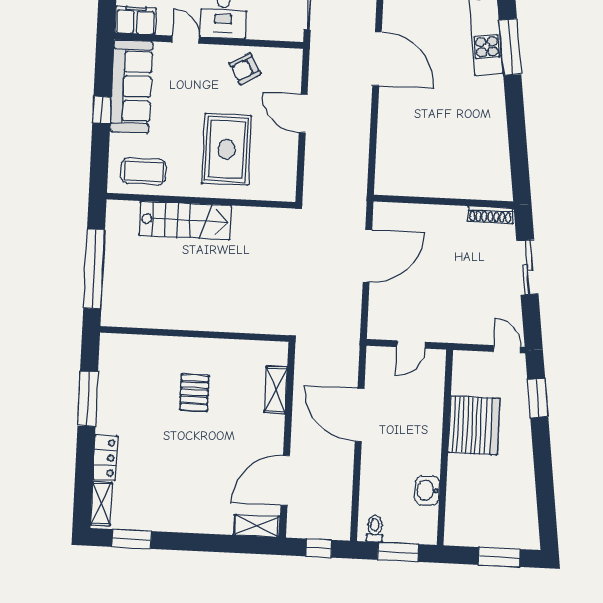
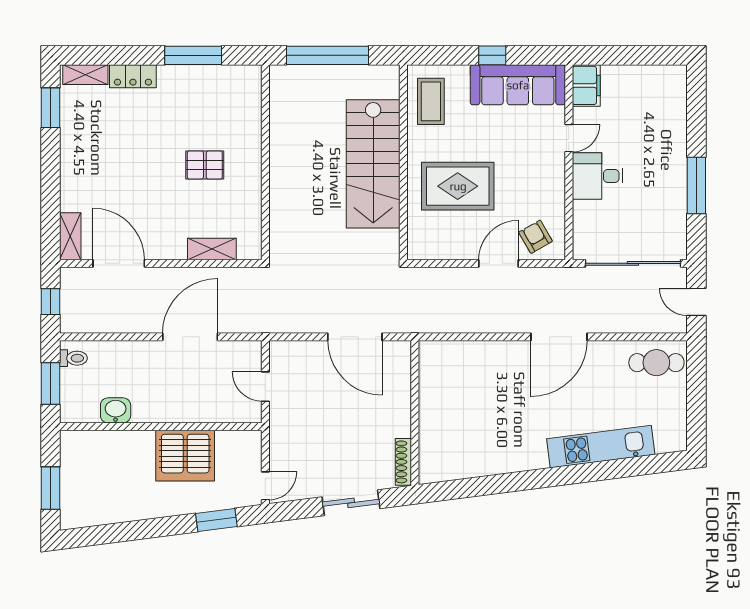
window: (510, 47) -> (578, 474), removed
armchair: (245, 69) -> (536, 237), moved
stairs: (185, 220) -> (373, 164), width x1.36, depth x1.51

